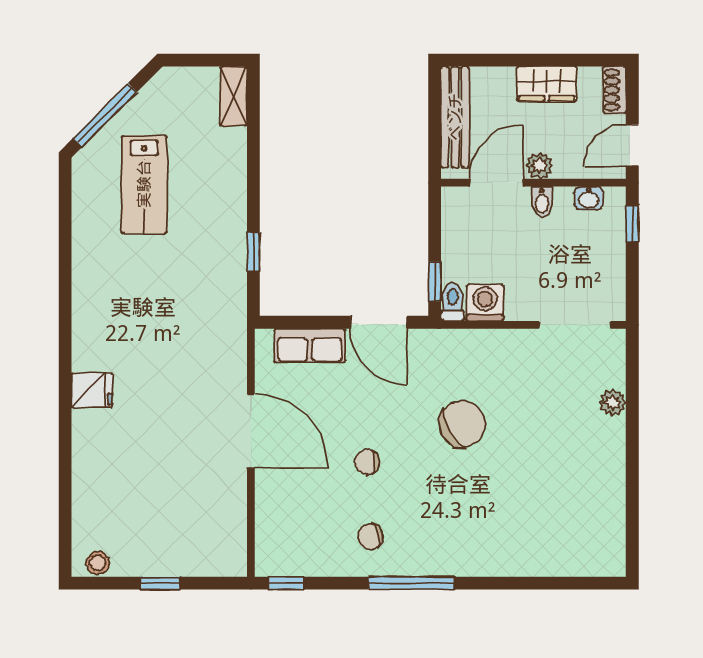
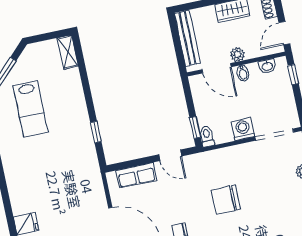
door: (496, 183) -> (217, 68), swing flipped
washing machine: (485, 303) -> (243, 129), moved
door: (379, 322) -> (170, 155), width x0.73
chair: (462, 424) -> (226, 200), turned -151

